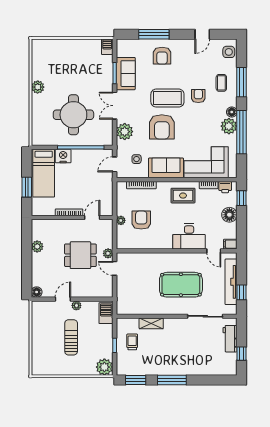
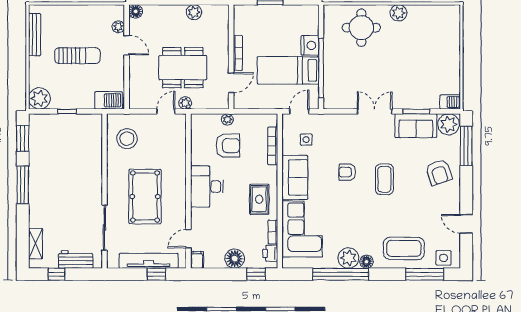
window: (154, 34) -> (466, 146), moved
armchair: (162, 56) -> (439, 172), turned -109
window: (241, 82) -> (425, 274), moved
coffee table: (221, 83) -> (404, 248), width x1.86, depth x1.72
armchair: (198, 96) -> (387, 219), removed
coffee table: (167, 98) -> (384, 179), width x0.73, depth x0.76
round table: (73, 115) -> (361, 28), moved, width x0.73, depth x0.73
armchair: (162, 127) -> (347, 172), width x0.53, depth x0.53
plant: (125, 132) -> (449, 124), moved
door: (115, 164) -> (299, 111), hinge flipped
bed: (44, 173) -> (288, 70), moved
door: (92, 217) -> (231, 83), hinge flipped
desk: (189, 236) -> (207, 187), moved
dining table: (80, 255) -> (183, 68), width x1.38
window: (241, 292) -> (156, 274), moved
stool: (136, 299) -> (127, 139), added
plant: (76, 305) -> (118, 27), moved
shelving: (151, 323) -> (35, 244), moved
trolley: (132, 342) -> (72, 134), removed
bench: (55, 371) -> (35, 34), added

